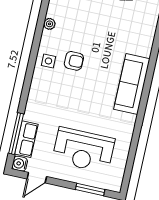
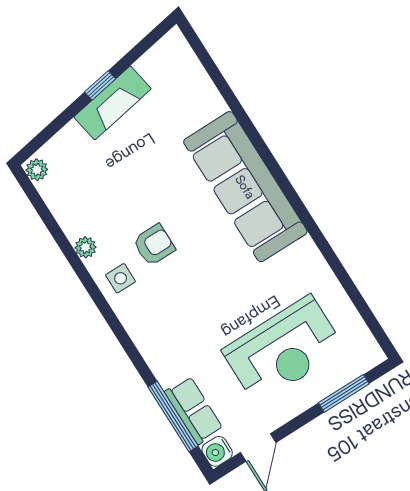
plant: (49, 24) -> (86, 247), moved
sofa: (132, 84) -> (245, 187), width x1.36, depth x1.27

